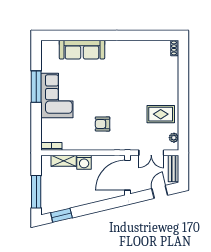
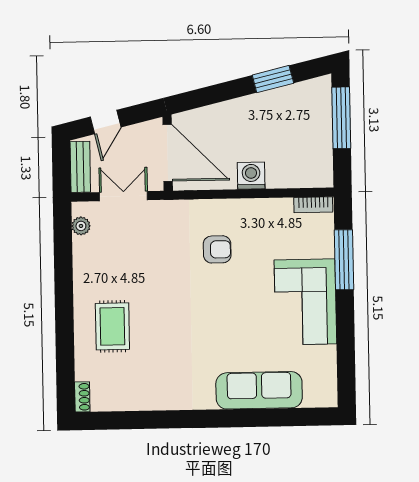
window: (36, 87) -> (344, 260), moved
rug: (161, 114) -> (112, 326), moved, turned 90
shelving: (64, 161) -> (290, 178), removed
door: (128, 175) -> (168, 153), hinge flipped
window: (61, 215) -> (273, 79), moved

